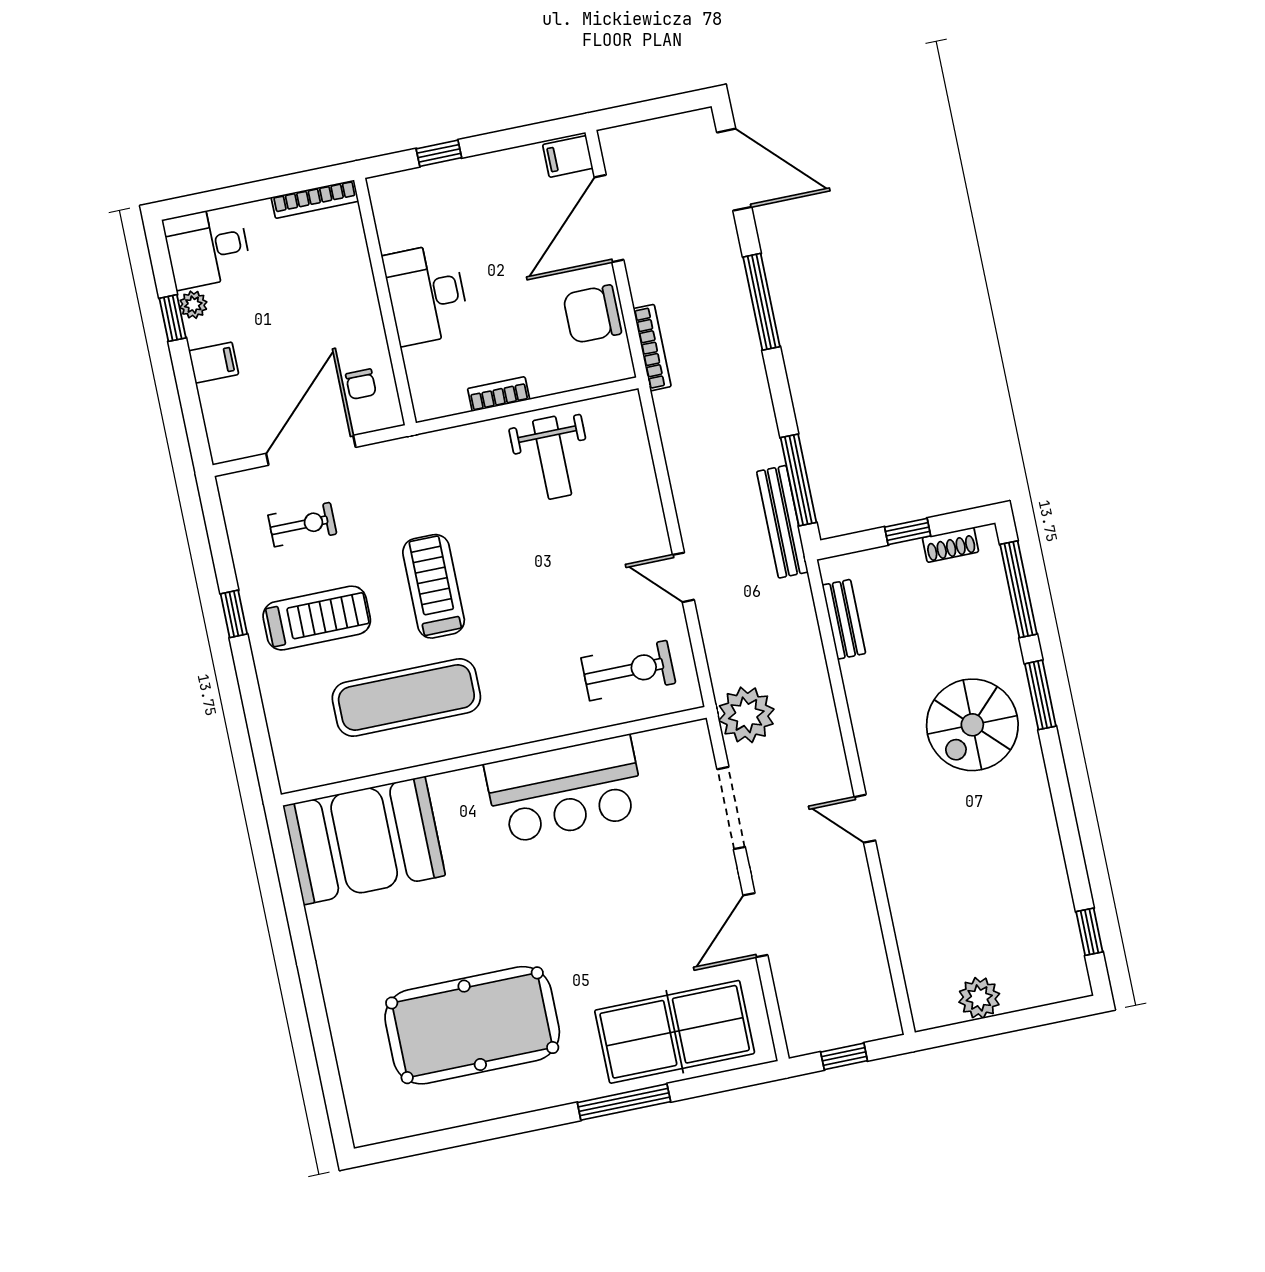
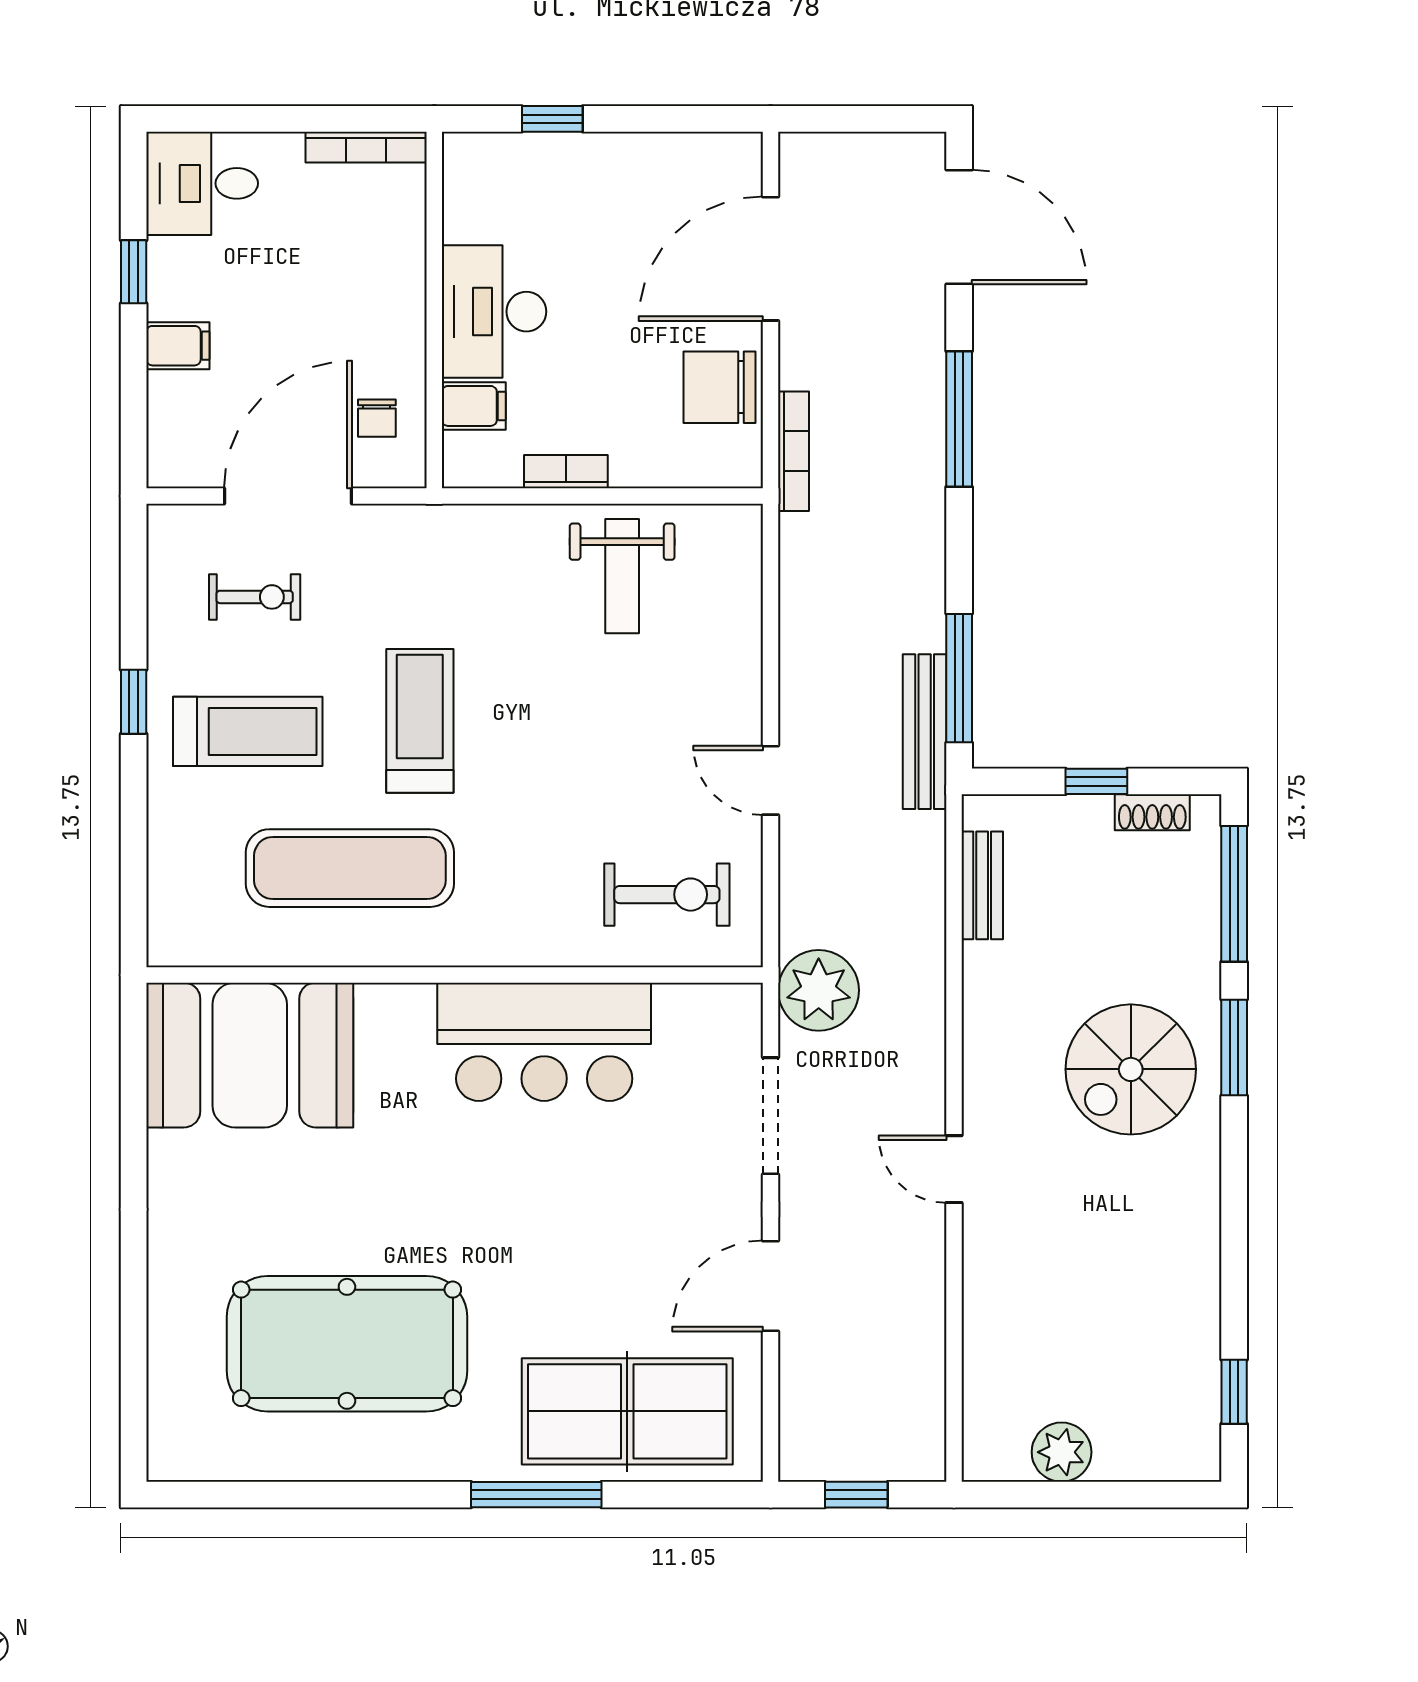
filing cabinet: (568, 156) -> (474, 406), moved, turned 180
plant: (193, 305) -> (166, 259), removed

